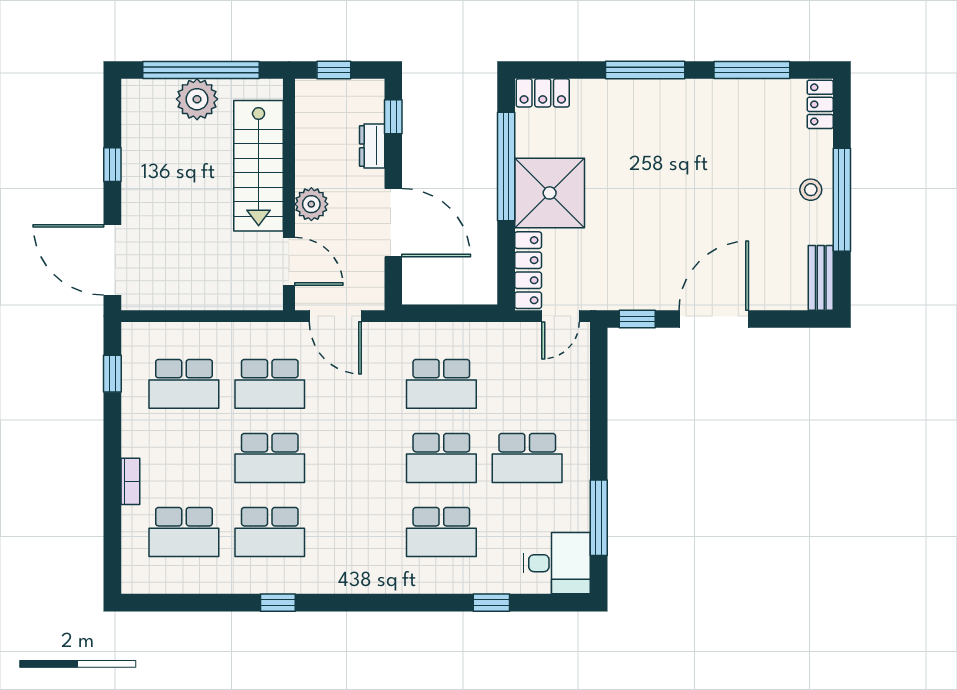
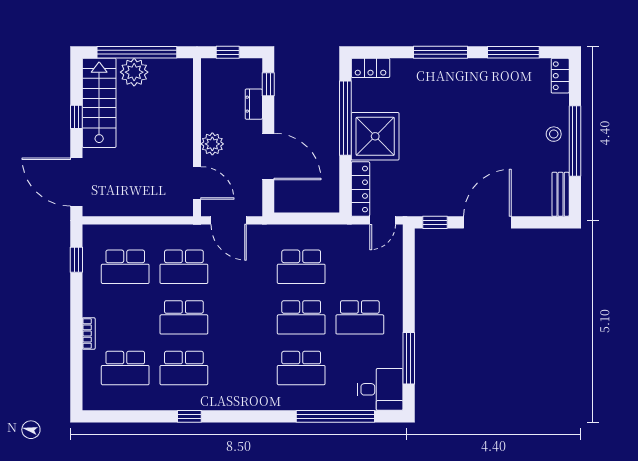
stairs: (259, 166) -> (99, 103), moved, turned 180
window: (491, 603) -> (335, 416), width x3.17

